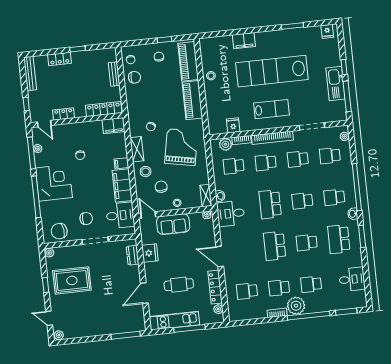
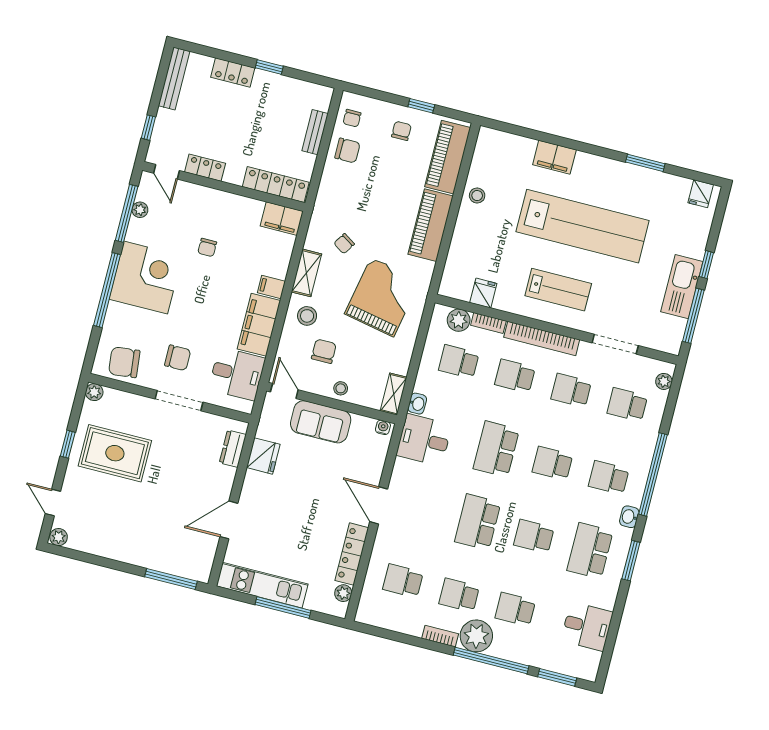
lab bench: (272, 71) -> (583, 226), turned 180
cafe table: (179, 285) -> (292, 527), removed

